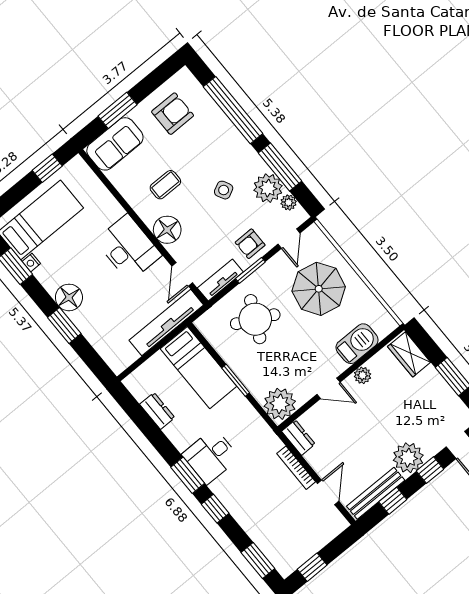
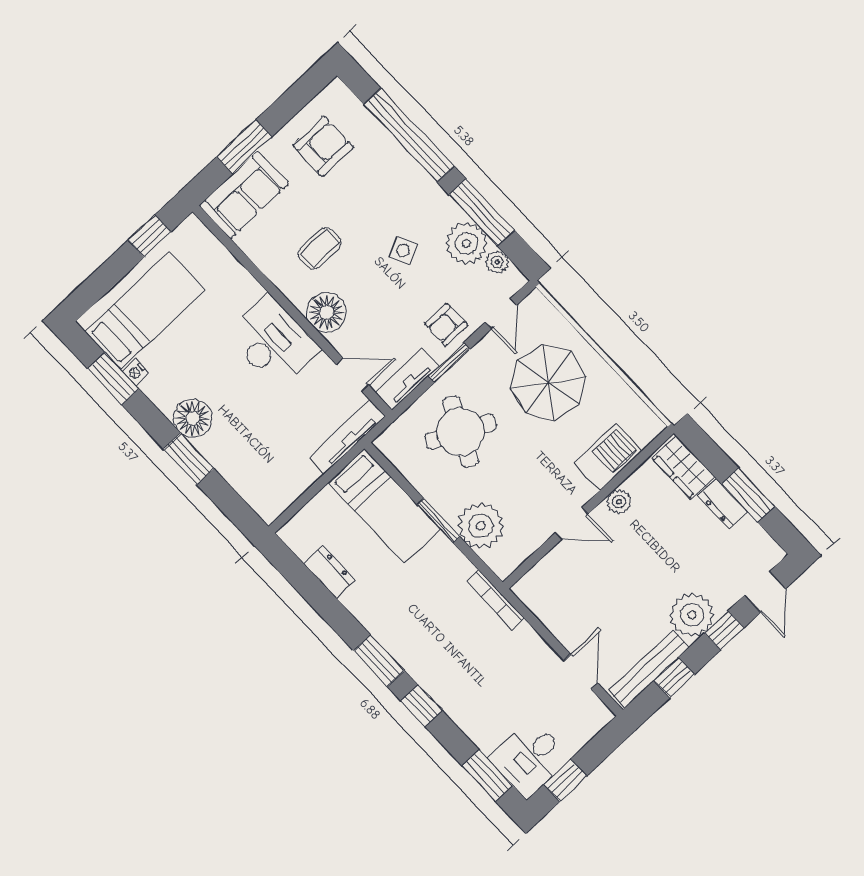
door: (182, 274) -> (352, 375), swing flipped
tv unit: (166, 323) -> (347, 437), width x0.73, depth x0.78
plant: (280, 404) -> (481, 526), moved
dresser: (298, 438) -> (723, 504), moved, turned 180
desk: (211, 456) -> (530, 758), moved
bookcase: (296, 468) -> (495, 600), moved

